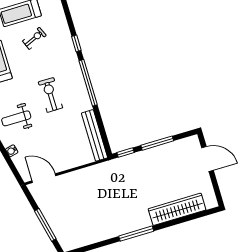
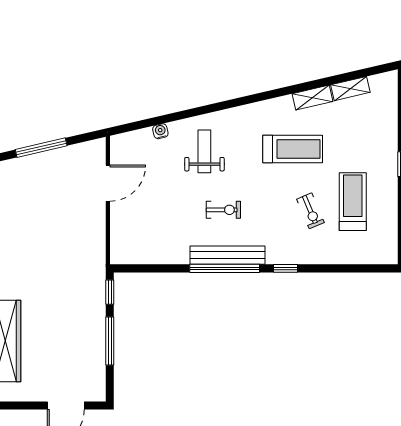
exercise bike: (50, 95) -> (223, 210), width x0.73, depth x0.72
bench: (94, 135) -> (228, 255), moved
door: (44, 178) -> (108, 183), moved

